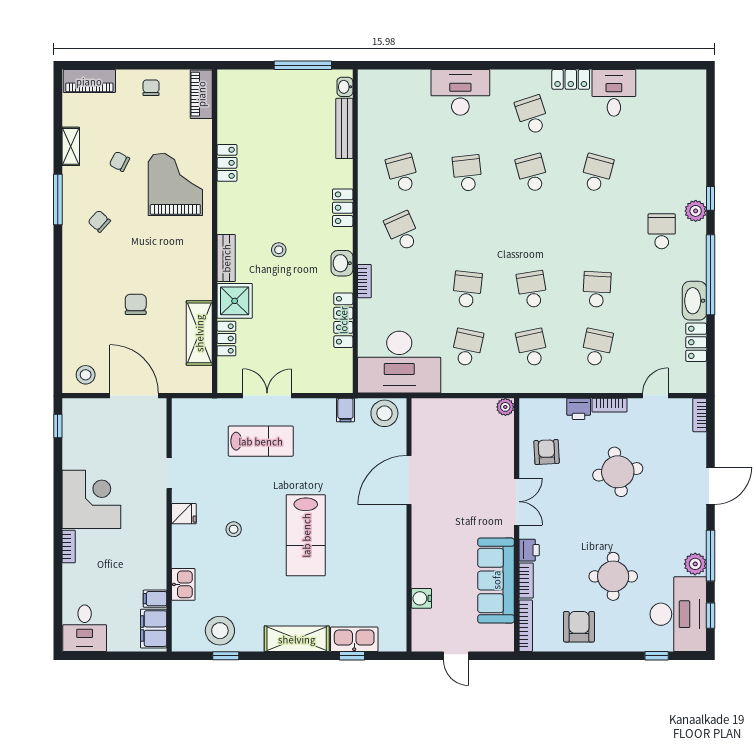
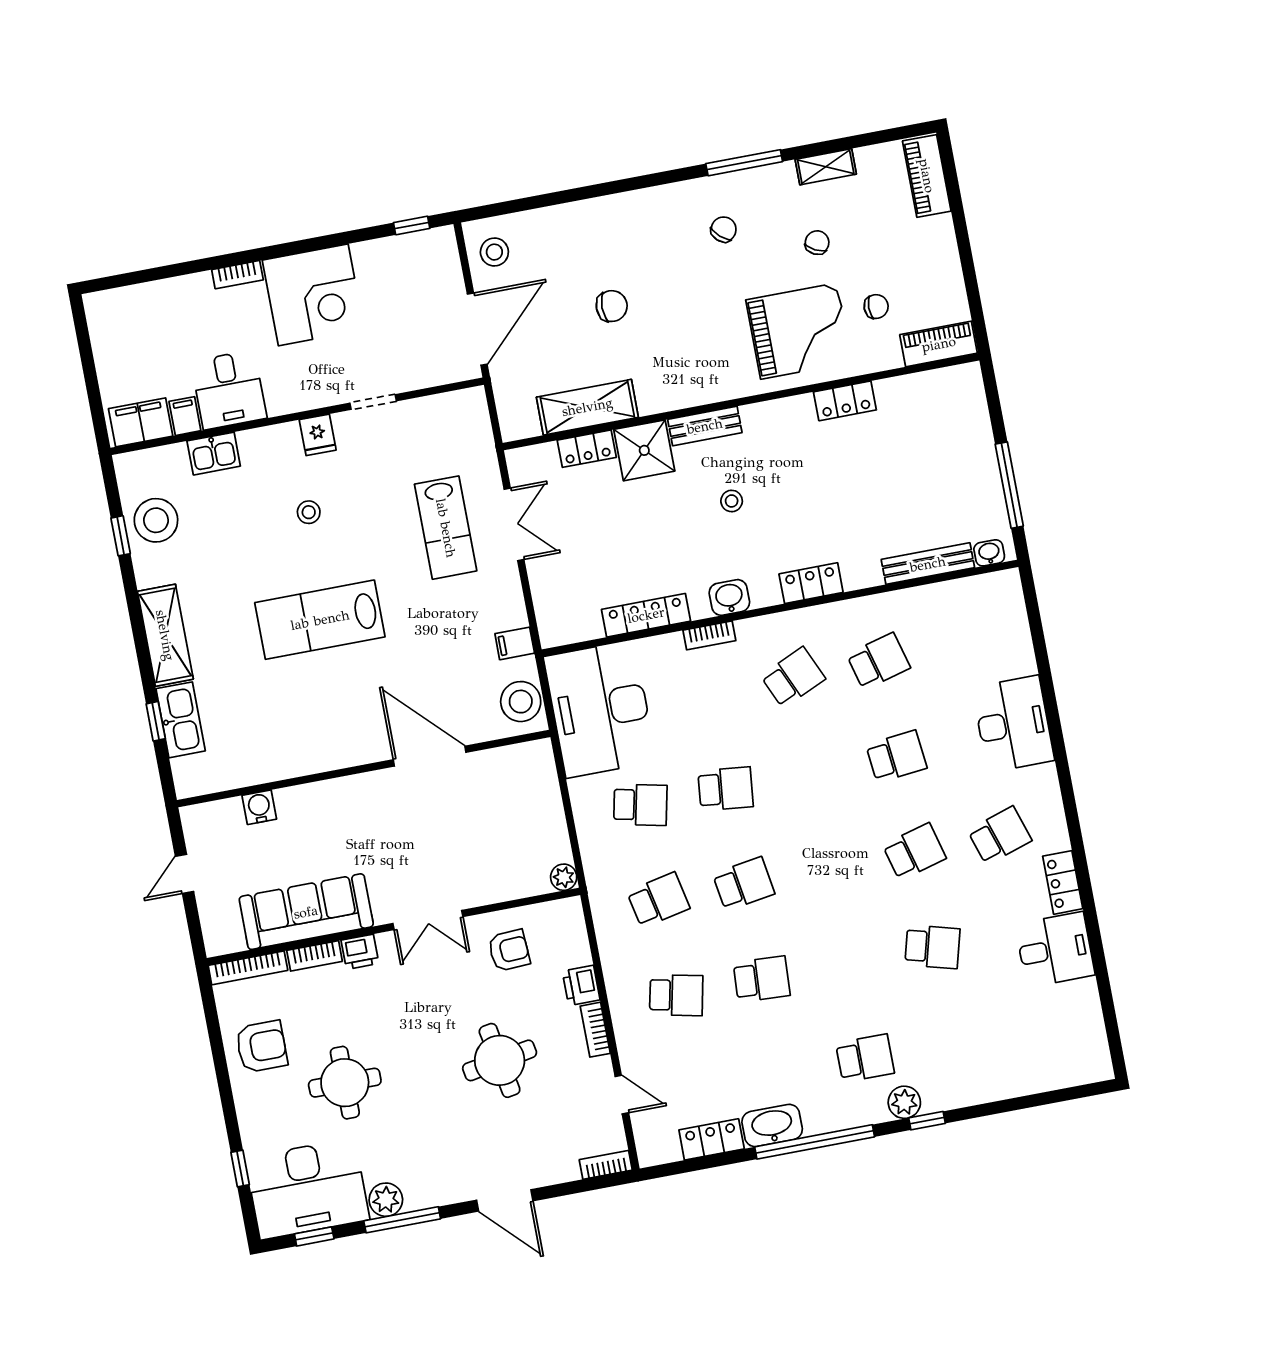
chair: (151, 88) -> (876, 307), moved
desk: (85, 628) -> (229, 390), moved, turned -90

